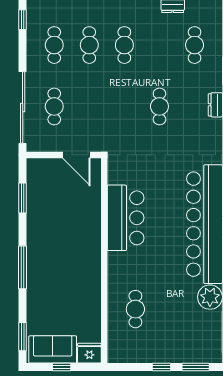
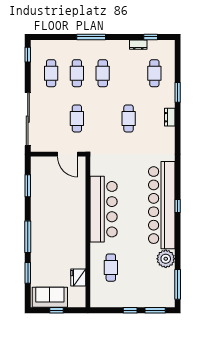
cafe table: (54, 106) -> (77, 118), moved
bar counter: (126, 218) -> (104, 209), width x1.36
window: (23, 337) -> (28, 273), moved
fridge: (89, 353) -> (78, 278), moved, turned -90

